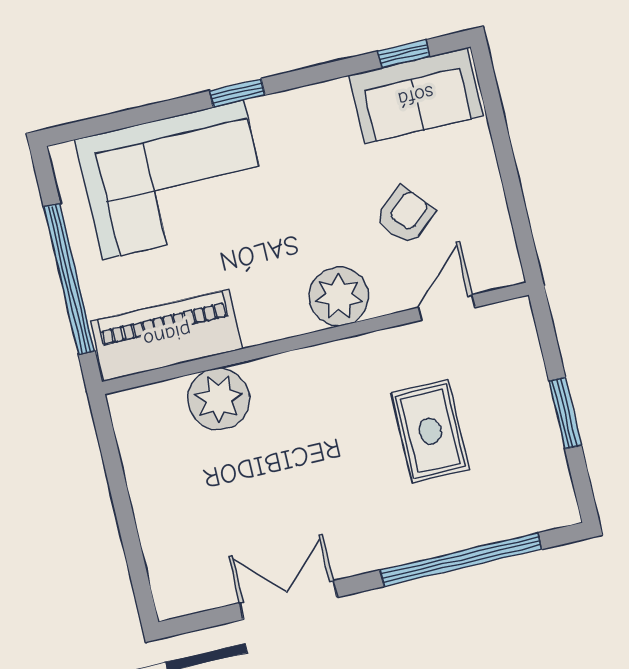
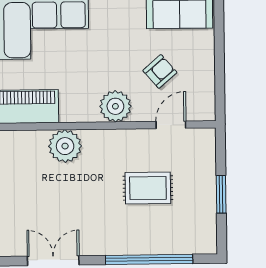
plant: (219, 399) -> (65, 146), moved
rug: (430, 431) -> (148, 188), turned 90

